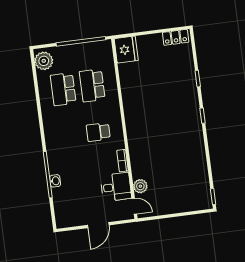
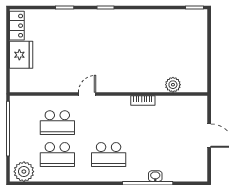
fridge: (126, 50) -> (21, 55), moved, turned 90
school desk: (98, 132) -> (109, 155), moved, width x1.85
desk: (116, 187) -> (170, 111), removed
door: (134, 206) -> (87, 94), moved

